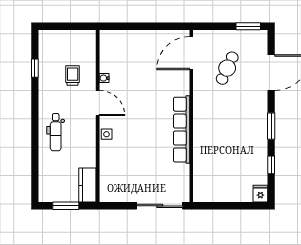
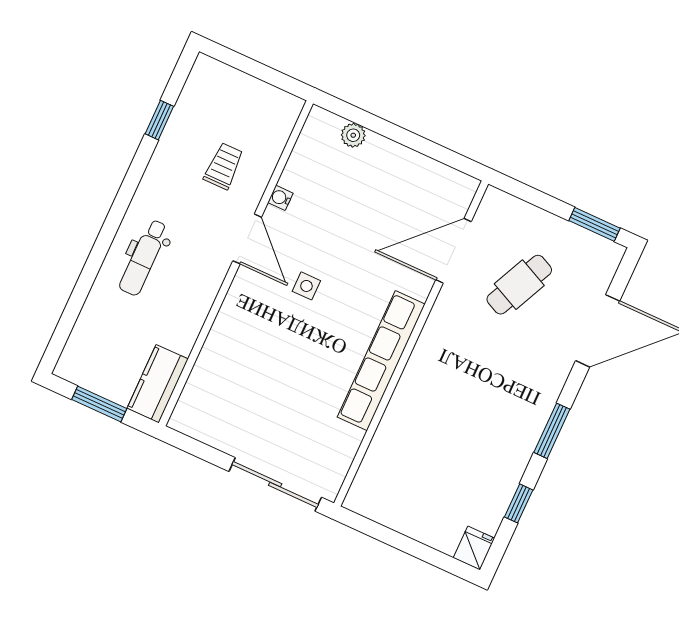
plant: (124, 36) -> (353, 135), added
door: (191, 53) -> (454, 251), moved
side table: (107, 134) -> (306, 286), moved

